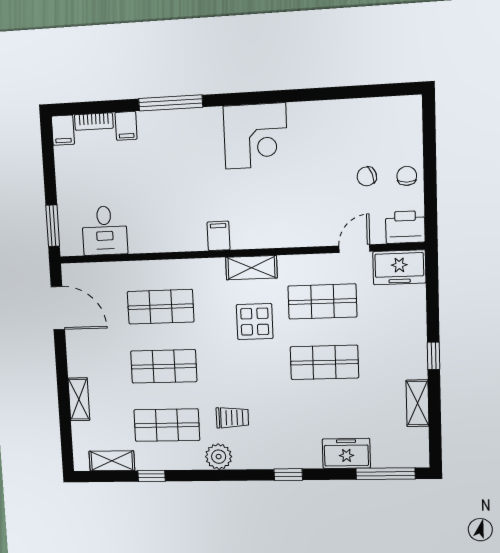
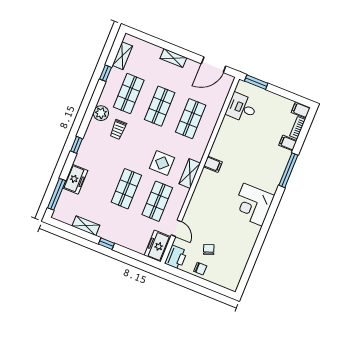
shelving: (79, 399) -> (173, 58), moved

